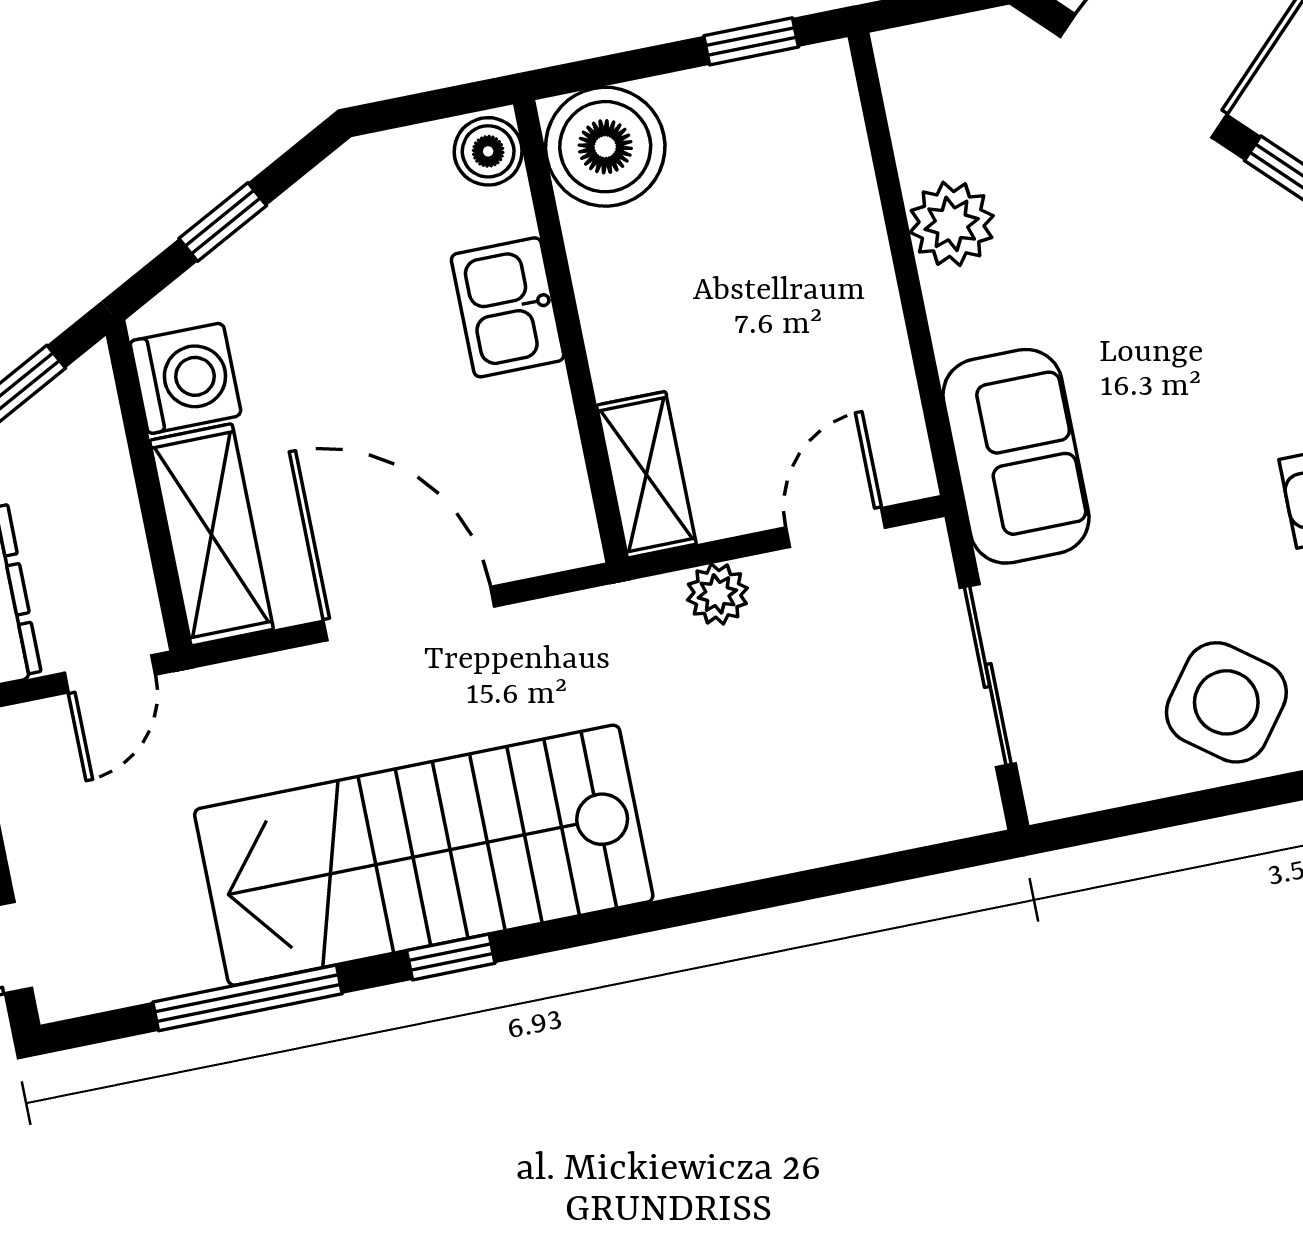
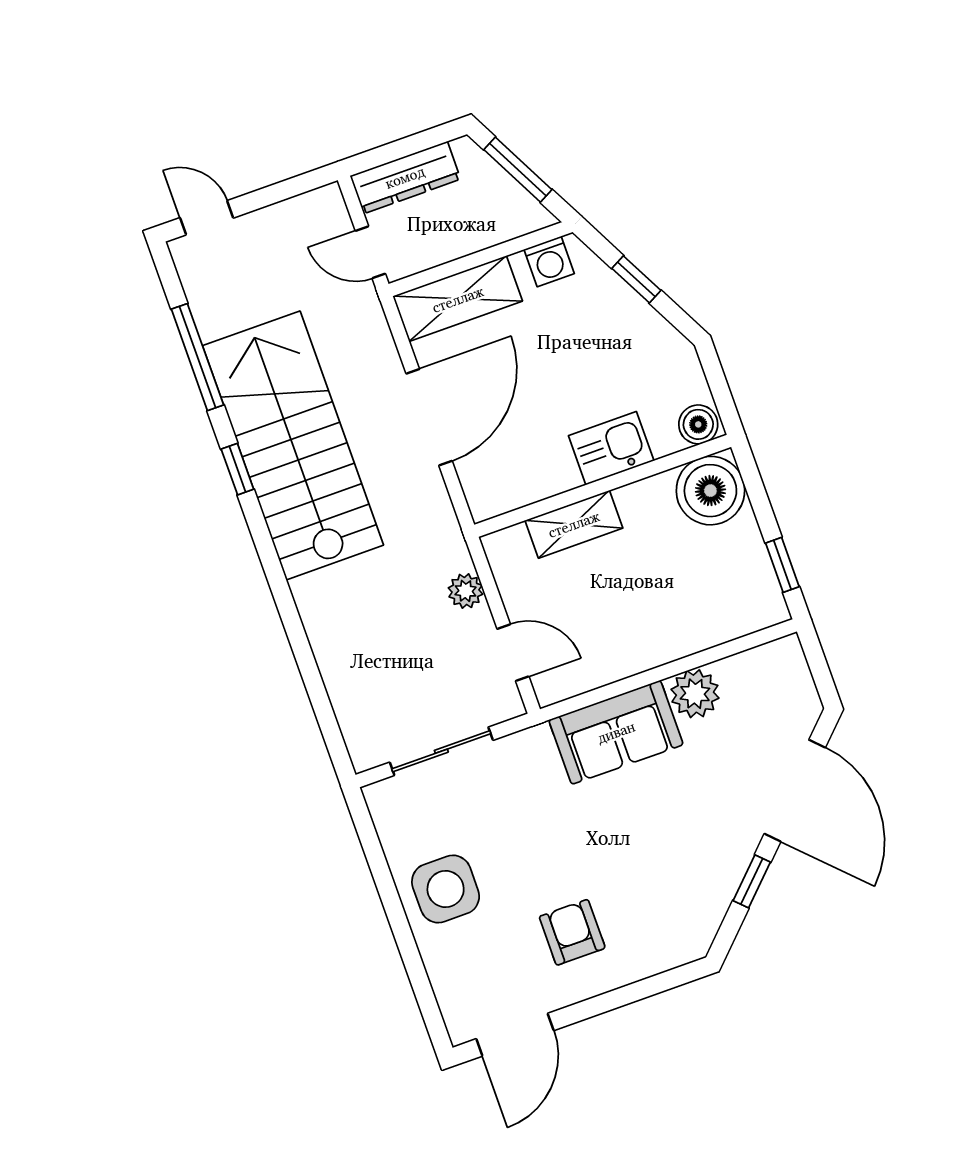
washing machine: (186, 378) -> (549, 262), width x0.73, depth x0.73
sofa: (1016, 456) -> (616, 732), moved
shelving: (646, 475) -> (574, 524), moved
side table: (1226, 702) -> (446, 889), turned -37

